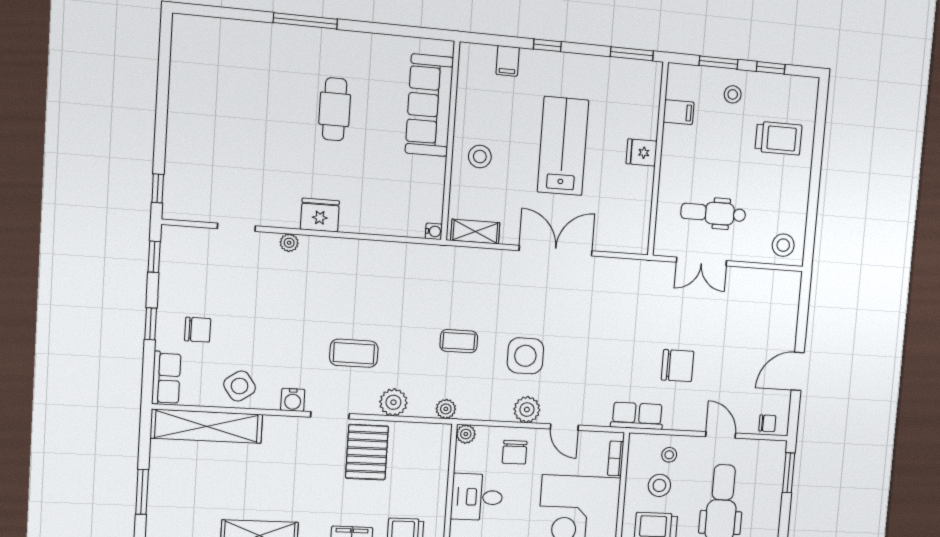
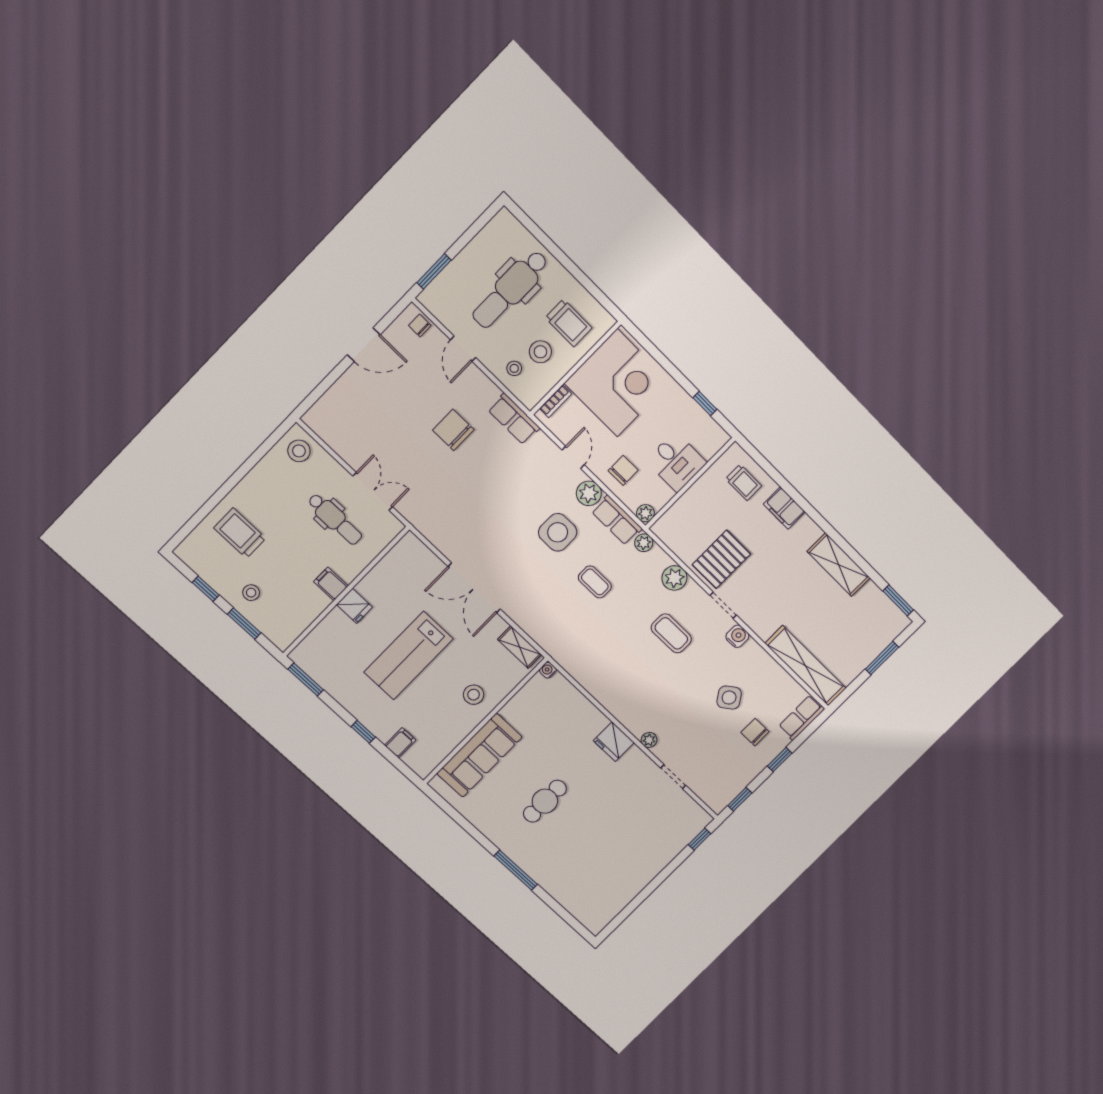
filing cabinet: (679, 112) -> (331, 584), moved
side table: (240, 386) -> (729, 698), moved
row of seats: (485, 408) -> (617, 520), added

